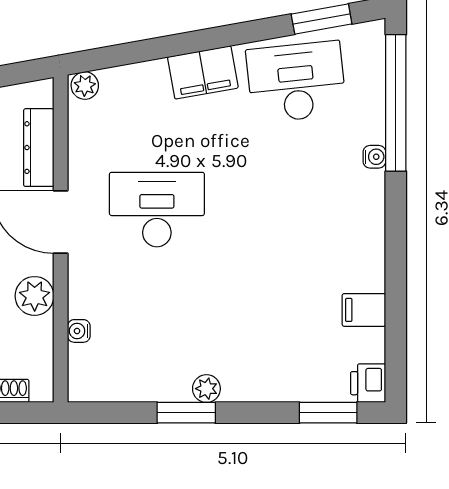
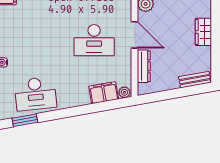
filing cabinet: (203, 72) -> (104, 93), moved

